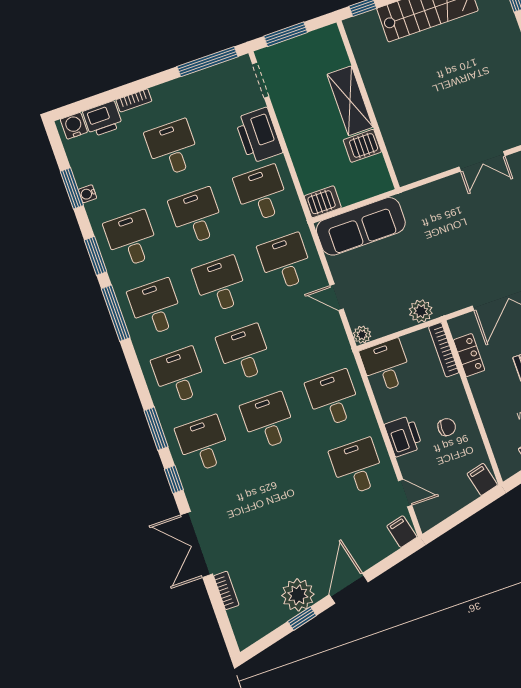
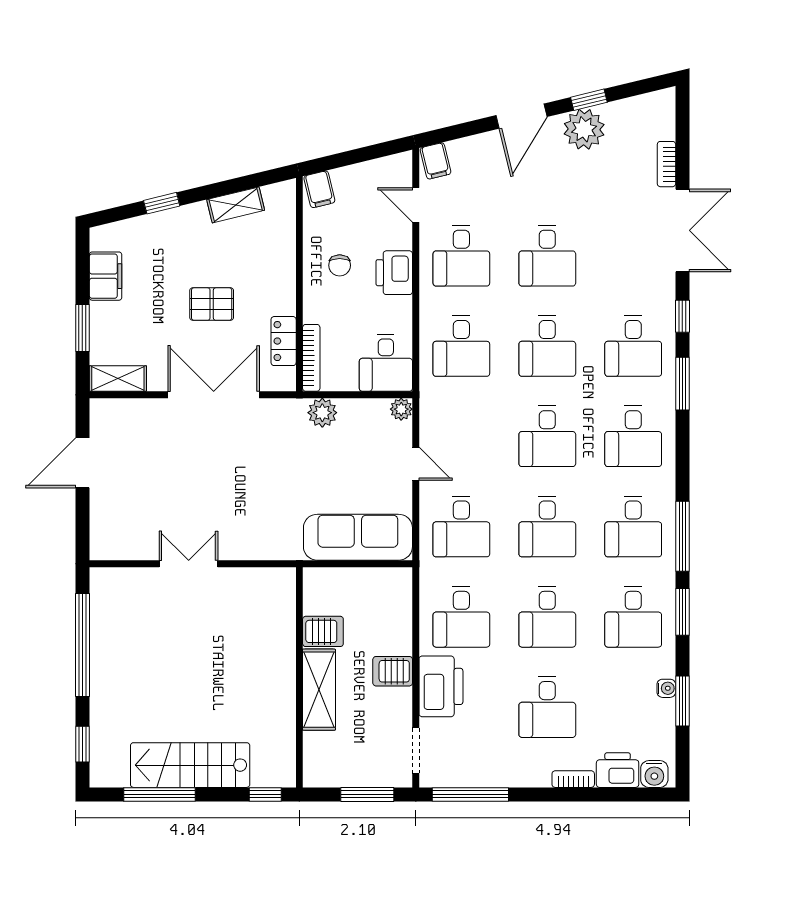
server rack: (323, 202) -> (393, 671), moved
chair: (447, 427) -> (340, 265), turned -90
desk: (292, 489) -> (547, 256), added

